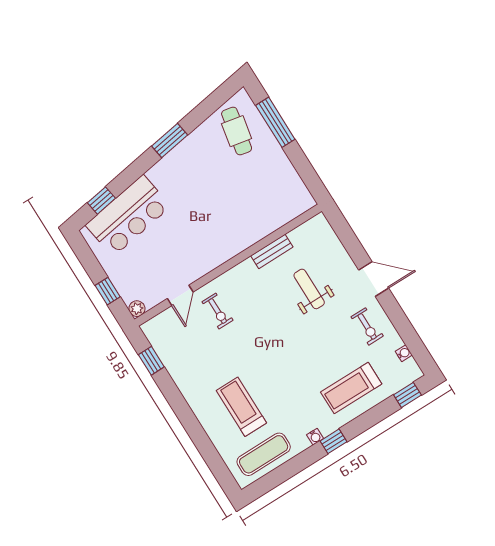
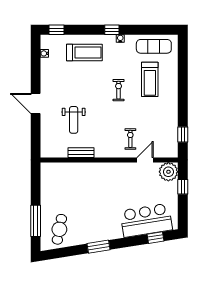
plant: (137, 309) -> (168, 172), width x1.88, depth x1.88
exercise bike: (367, 326) -> (119, 90), moved

